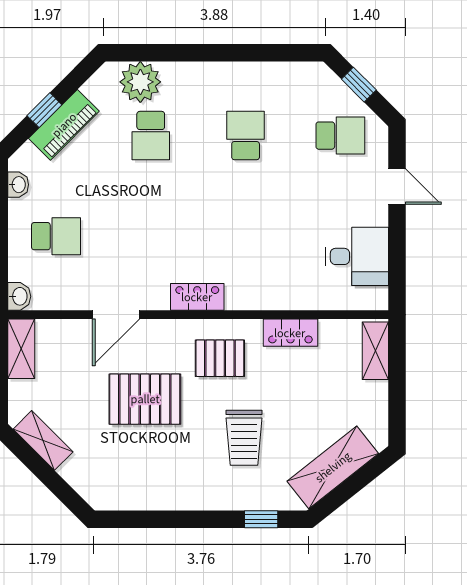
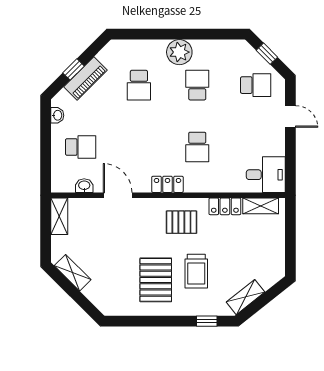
plant: (140, 82) -> (179, 52), moved
school desk: (246, 236) -> (197, 147), added
desk: (357, 256) -> (266, 175), moved
washbasin: (19, 296) -> (84, 186), moved, turned -90
door: (116, 315) -> (118, 195), swing flipped
shelving: (375, 351) -> (261, 206), moved, turned 90
pallet: (145, 399) -> (156, 280), moved, turned 90
shelving: (333, 467) -> (245, 297), width x0.67, depth x0.75

